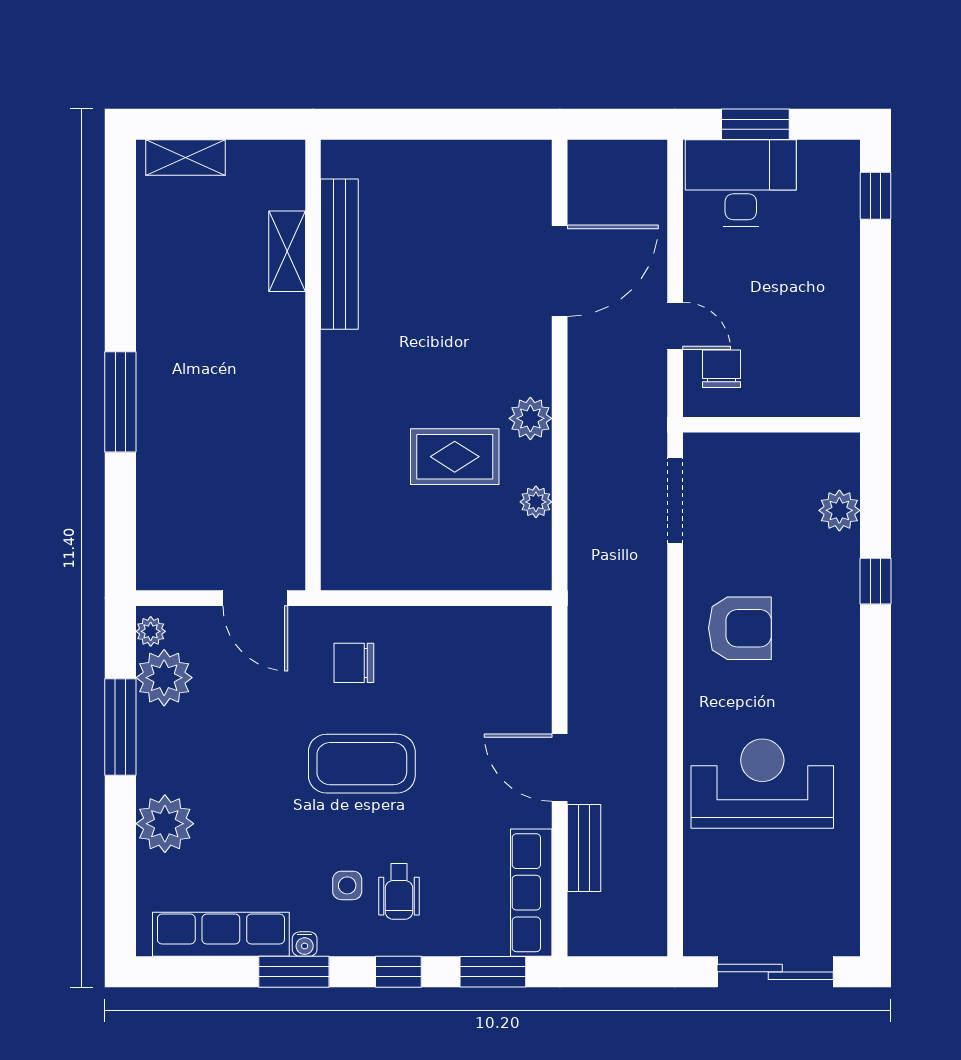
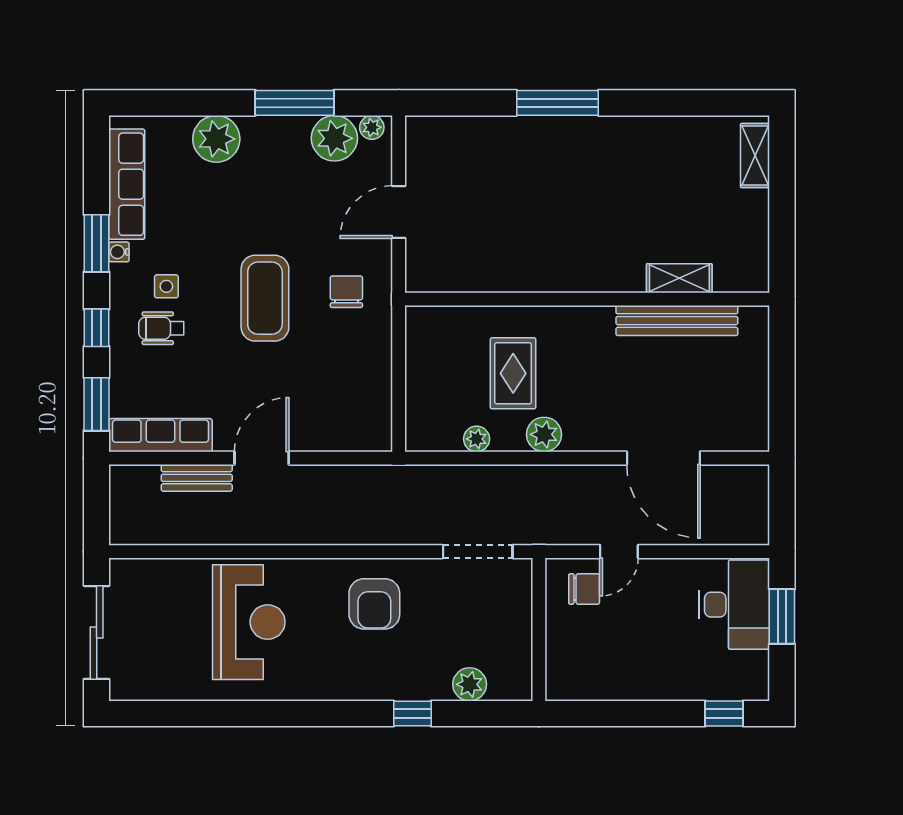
shelving: (287, 251) -> (679, 278), moved
bench: (339, 254) -> (677, 321), moved
wall: (313, 365) -> (587, 299), moved

